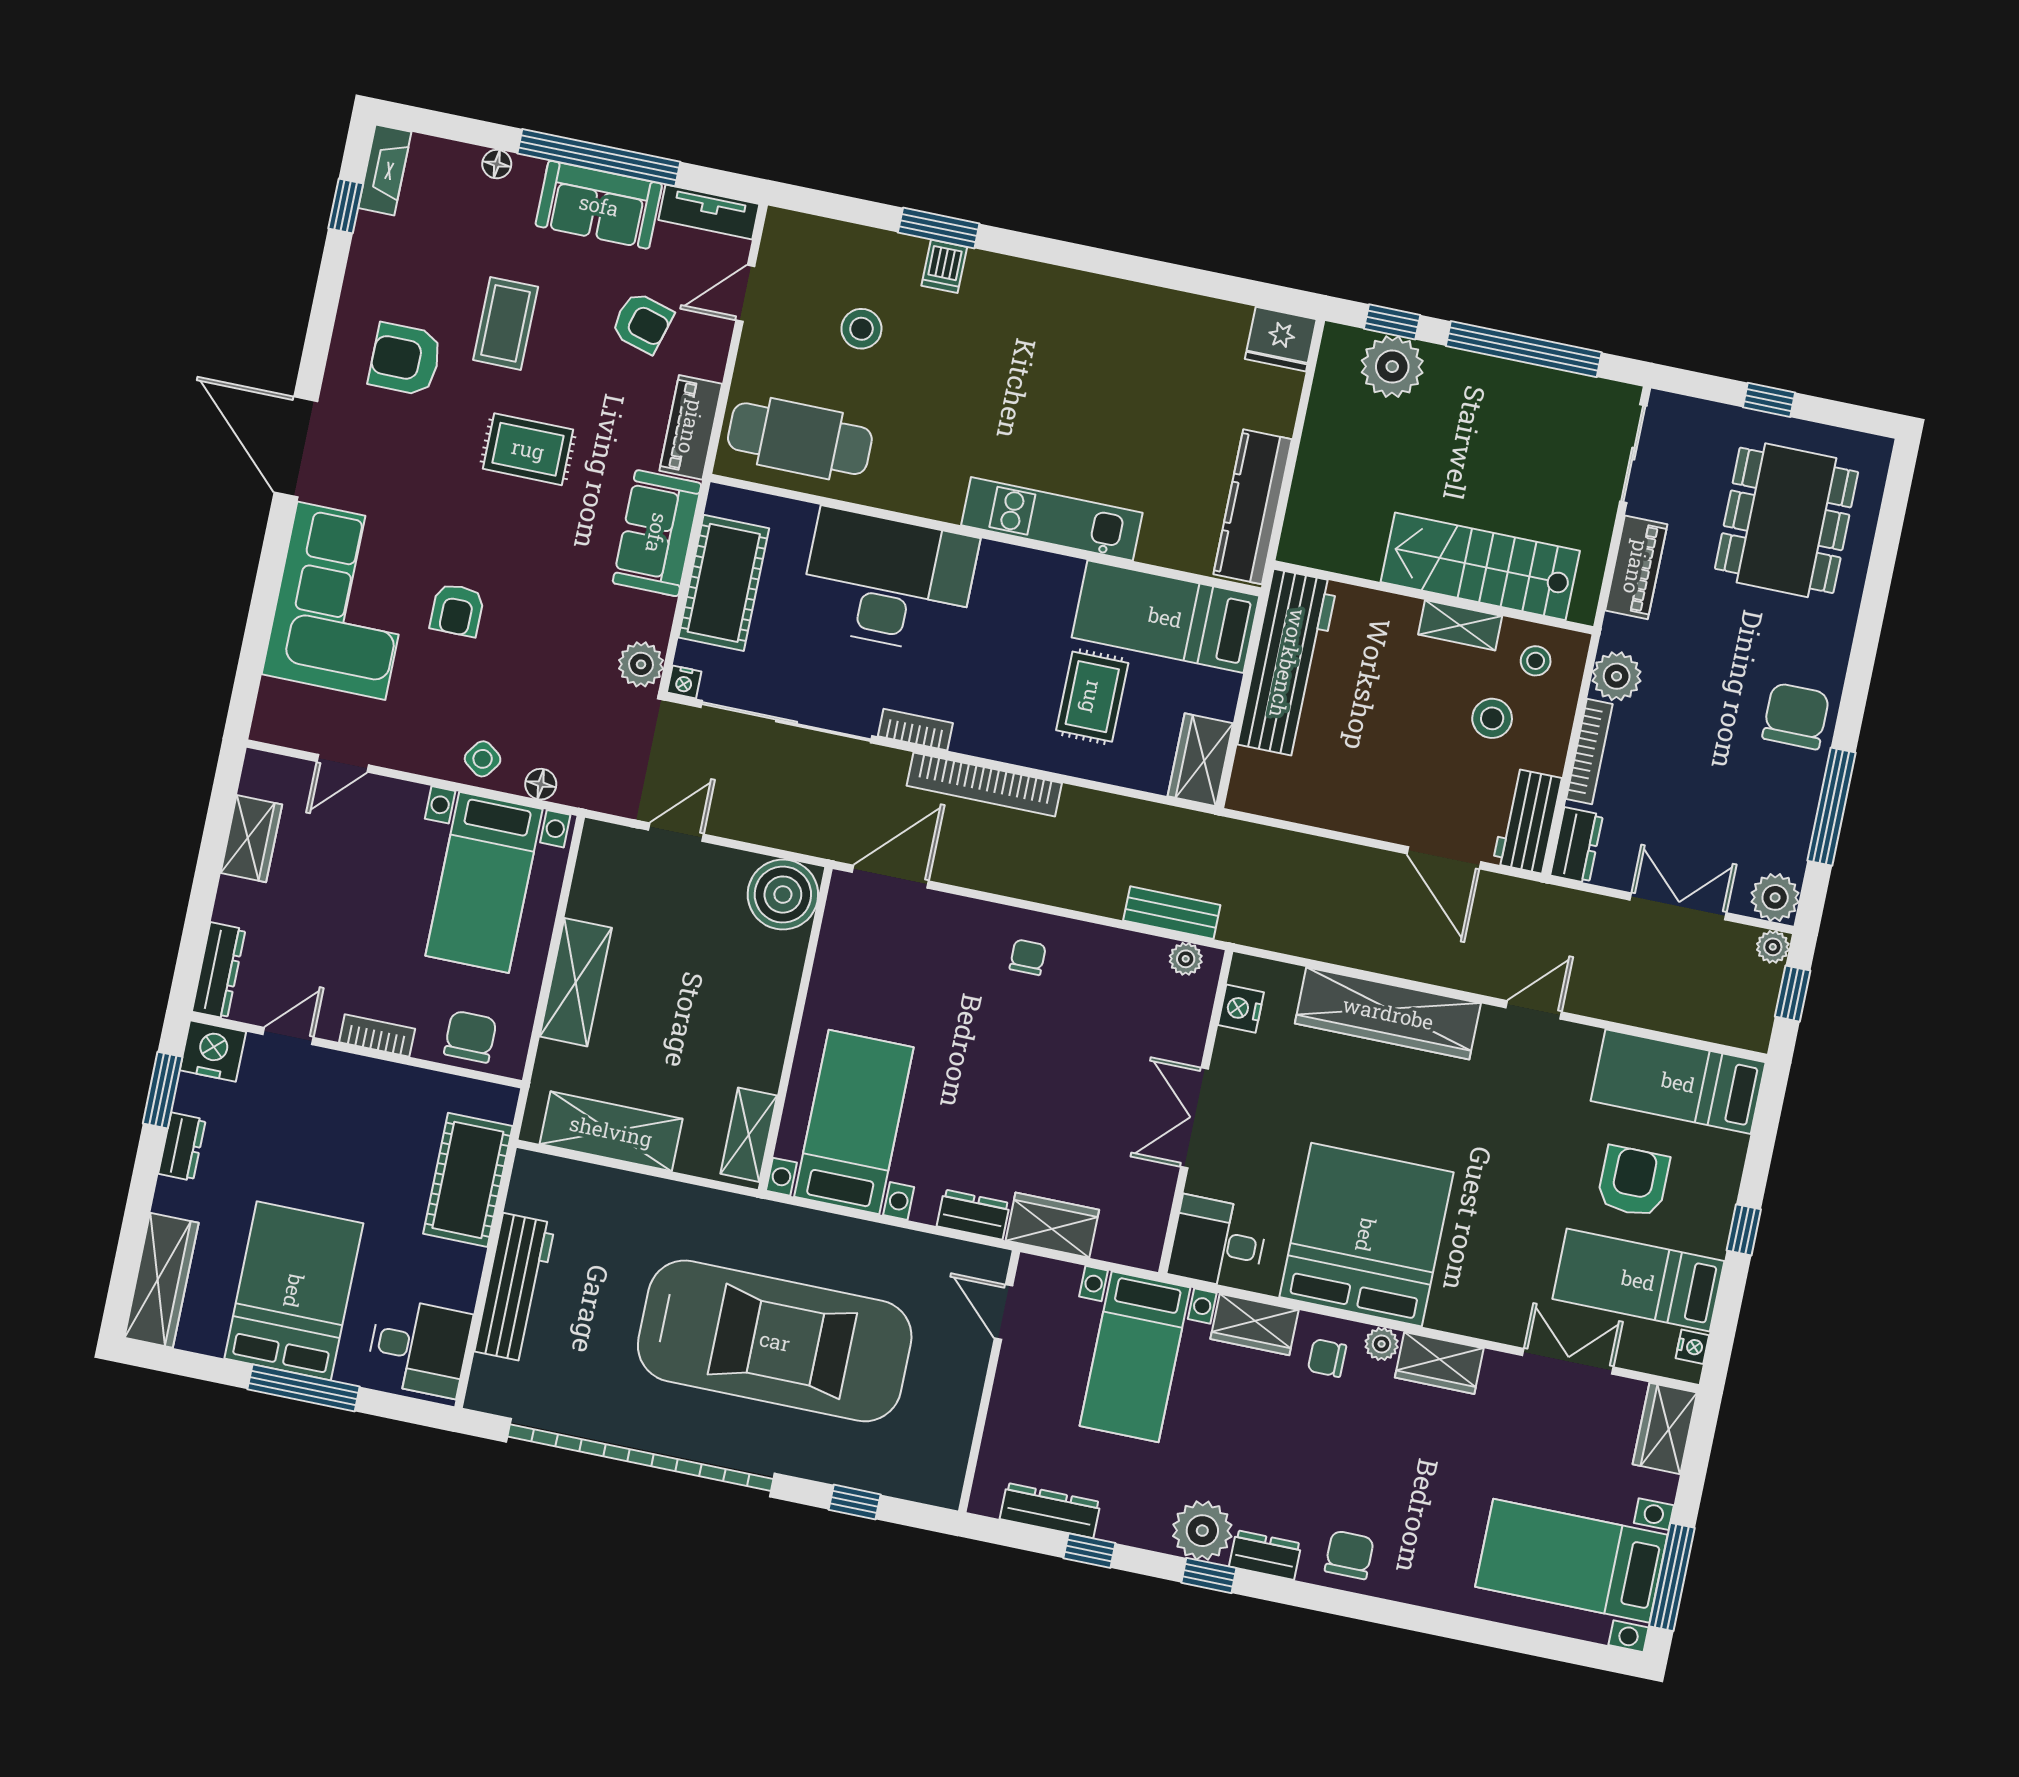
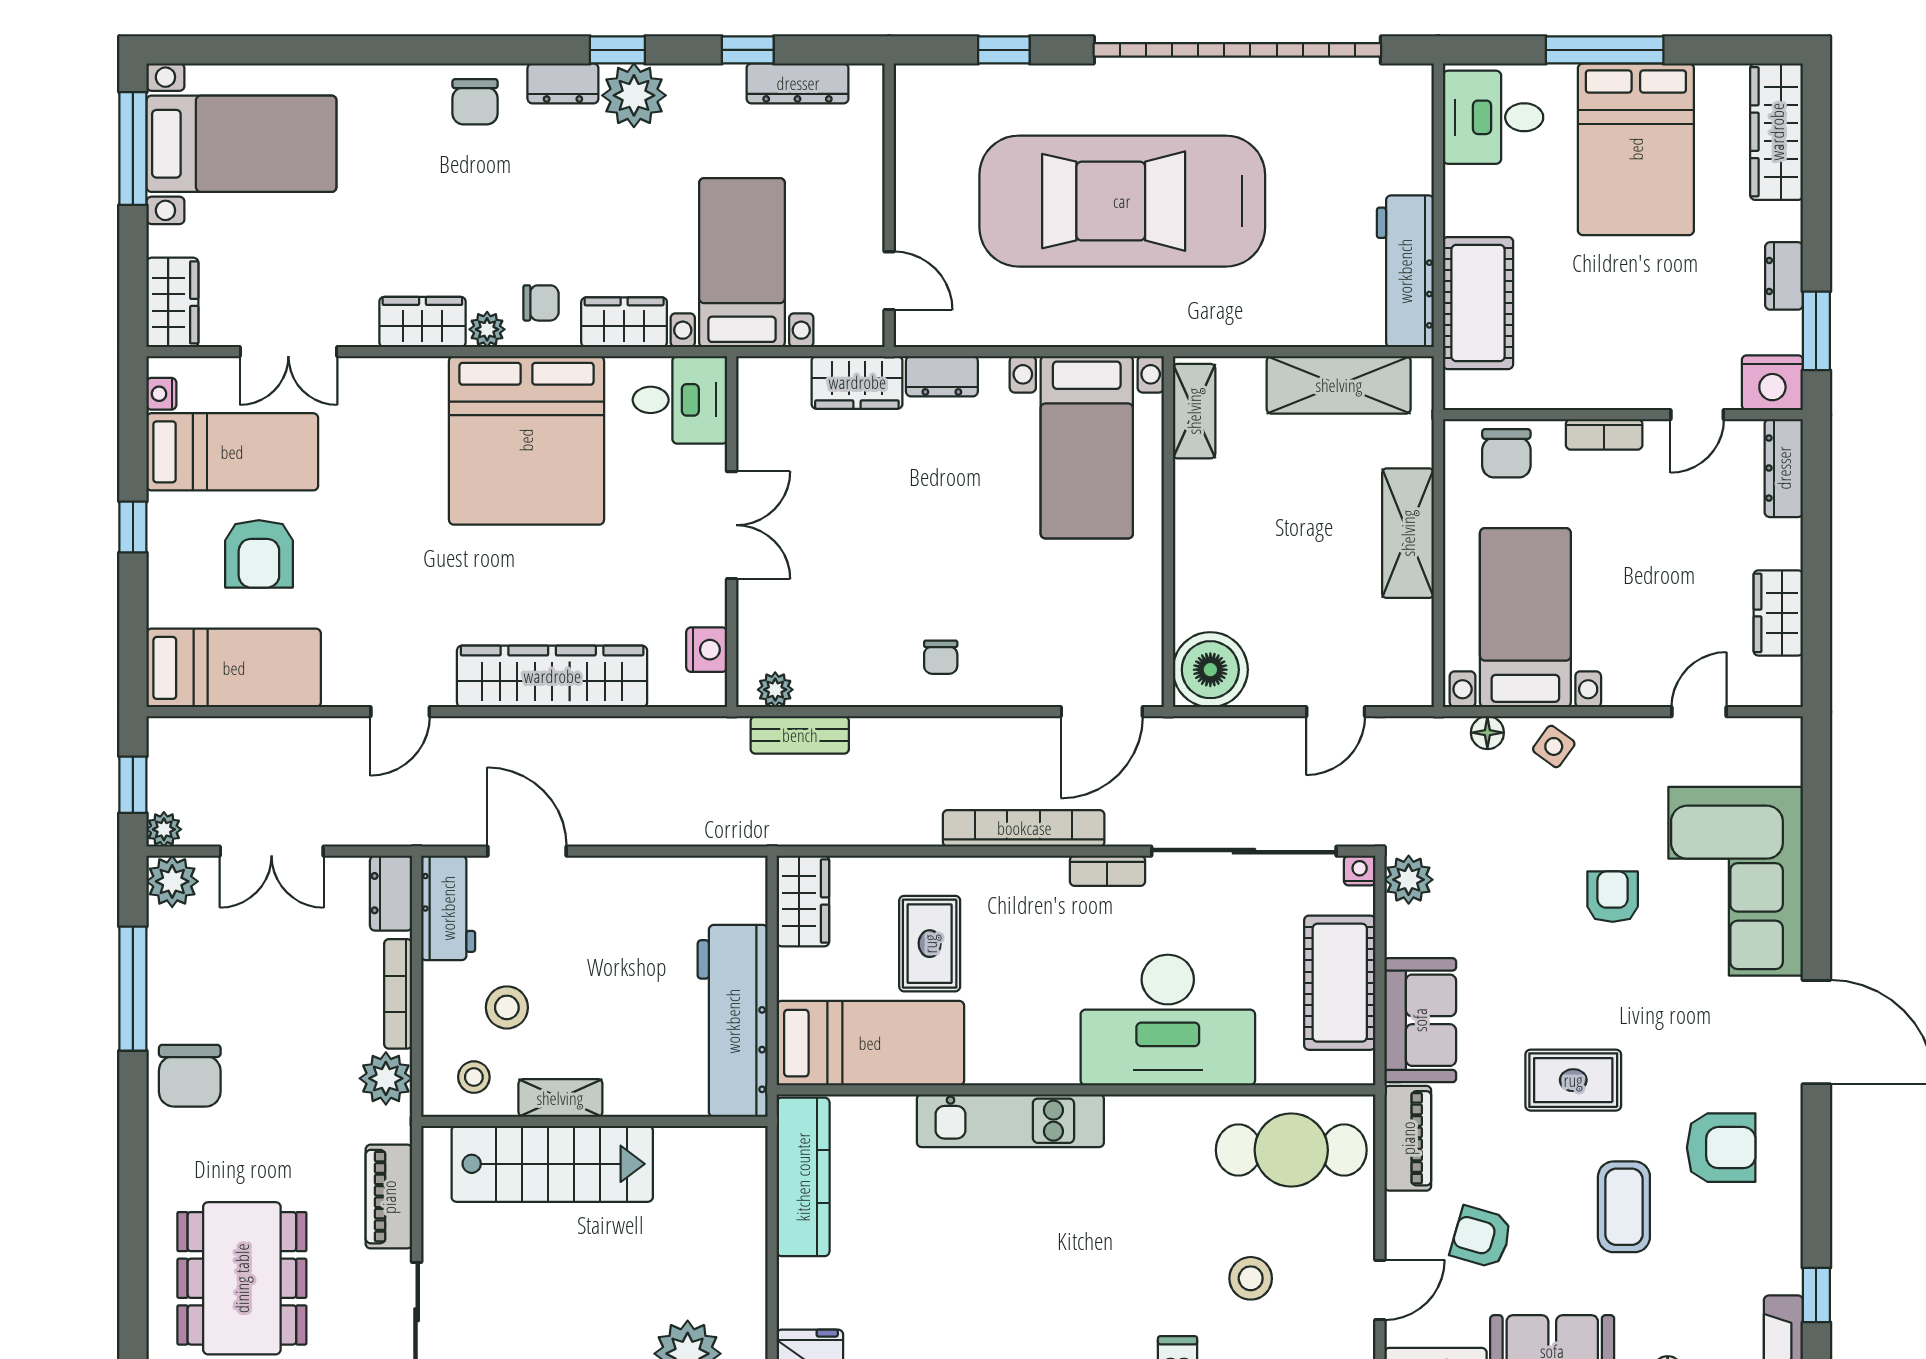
workbench: (515, 1287) -> (1405, 271), moved

